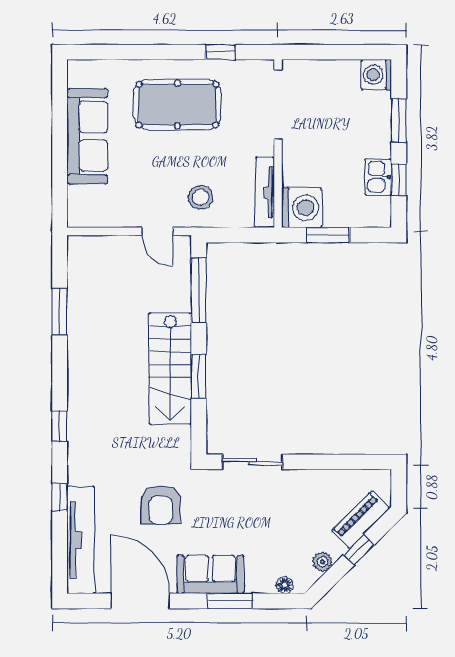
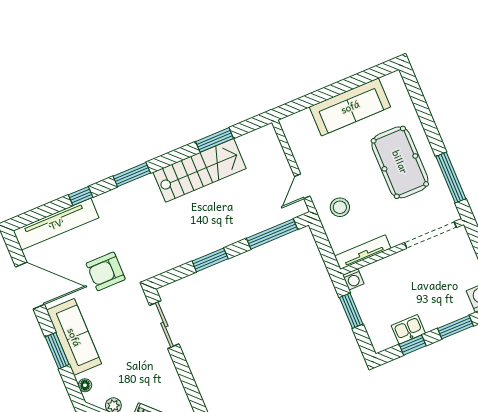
window: (220, 52) -> (451, 178), width x2.17
washing machine: (302, 208) -> (353, 279), width x0.53, depth x0.53
stairs: (170, 369) -> (200, 170), moved, turned 180
window: (60, 426) -> (132, 175), width x1.50
sofa: (210, 574) -> (74, 337), width x1.36
door: (140, 601) -> (30, 286), hinge flipped

